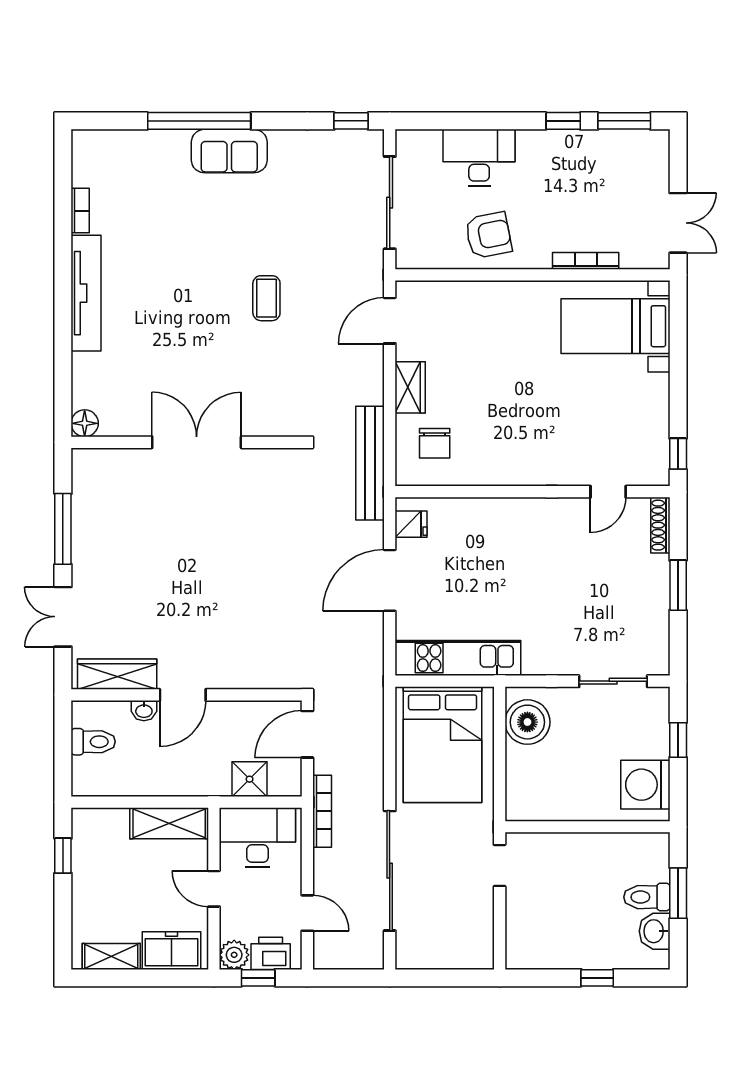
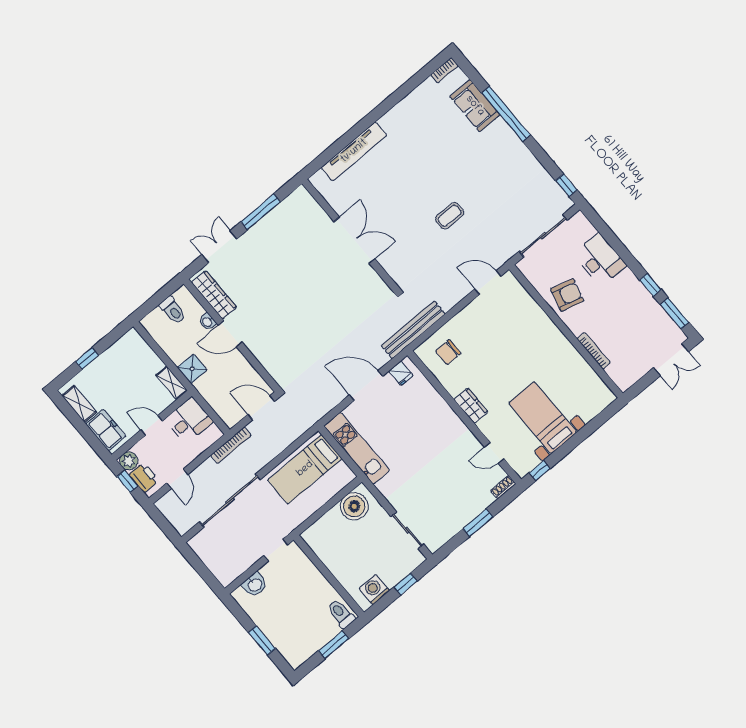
sofa: (229, 151) -> (475, 106), moved
bookcase: (80, 211) -> (444, 70), moved
double door: (678, 223) -> (671, 360), moved
armchair: (488, 235) -> (567, 295), turned -64
tv unit: (86, 293) -> (354, 151), moved
bed with nightstands: (615, 326) -> (543, 418), moved
wardrobe: (410, 387) -> (471, 406), moved, turned -90
floor lamp: (85, 423) -> (319, 180), removed
shoe rack: (660, 525) -> (503, 487), width x0.70
bed: (443, 745) -> (305, 469), width x0.67
shower: (250, 779) -> (192, 369), moved
washing machine: (645, 785) -> (374, 590), width x0.73, depth x0.73
shelving: (169, 823) -> (172, 383), width x0.67, depth x0.75
desk: (257, 837) -> (189, 420), width x0.73
window: (63, 856) -> (87, 358), moved
door: (214, 889) -> (152, 425), hinge flipped
toilet: (647, 897) -> (341, 614), moved
washbasin: (655, 931) -> (255, 585), moved, turned 180
window: (597, 978) -> (262, 640), width x1.50

